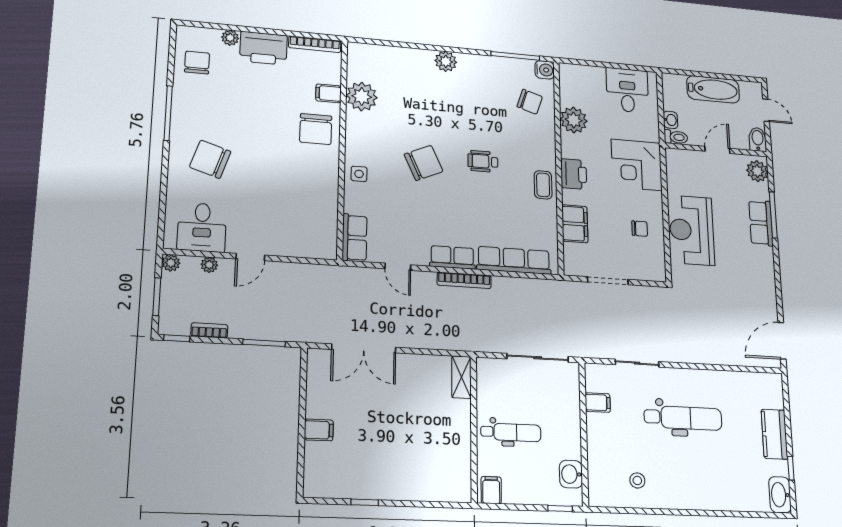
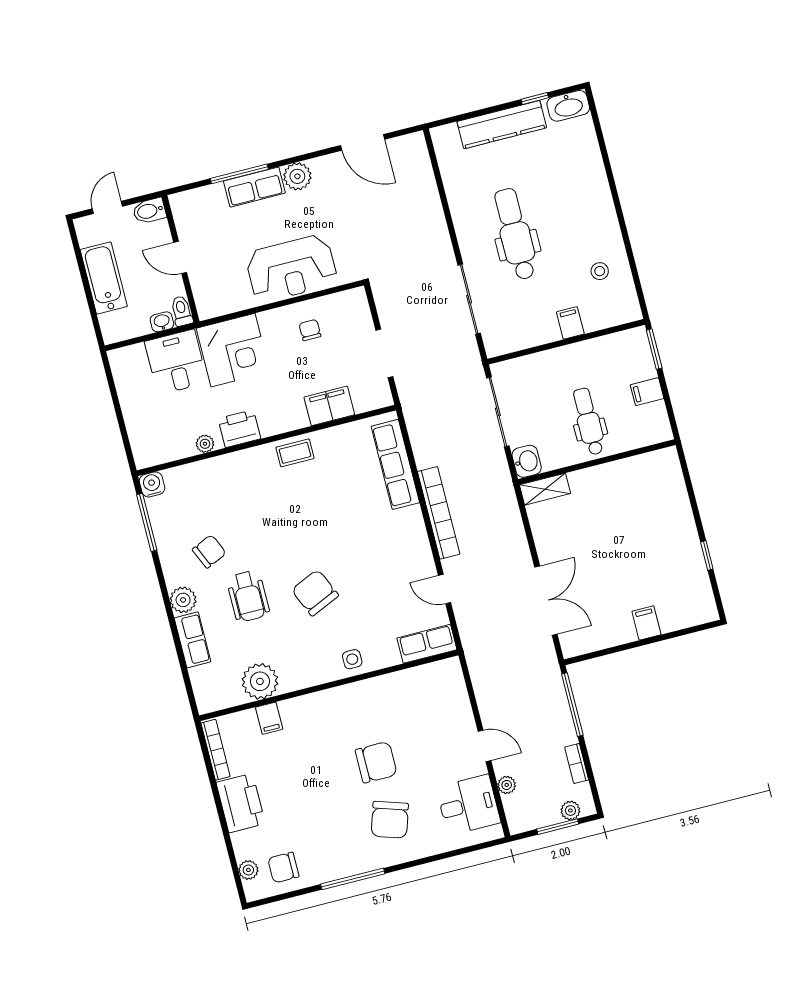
plant: (230, 38) -> (248, 870), moved
desk: (627, 90) -> (176, 362), moved, turned 90
chair: (530, 102) -> (209, 551), moved, turned 48
plant: (574, 120) -> (205, 444), width x0.53, depth x0.53
chair: (316, 129) -> (376, 762), moved
wheelchair: (483, 161) -> (248, 596), moved, width x1.36, depth x1.37
plant: (757, 171) -> (297, 176), moved
printer: (574, 174) -> (239, 429), moved
row of seats: (452, 257) -> (192, 640), moved, turned 180
plant: (171, 263) -> (570, 810), moved
door: (398, 267) -> (444, 589), swing flipped
bookcase: (464, 280) -> (439, 513), width x1.48, depth x1.31
window: (177, 338) -> (595, 793), removed
door: (782, 341) -> (363, 142), moved
window: (264, 343) -> (572, 705), width x1.44
sliding door: (637, 363) -> (469, 299), width x1.37
filing cabinet: (598, 403) -> (570, 323), moved
kitchen counter: (775, 434) -> (502, 125), width x1.50
washbasin: (571, 474) -> (527, 461), moved, turned -90
filing cabinet: (491, 490) -> (647, 392), moved
window: (560, 508) -> (654, 349), width x1.50

